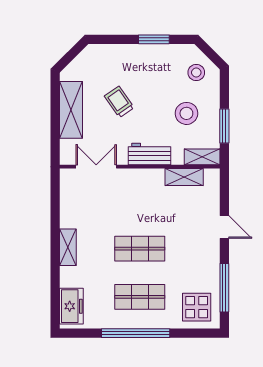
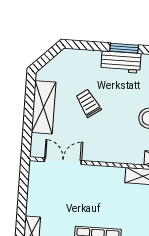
workbench: (150, 154) -> (121, 62), moved, turned 180

